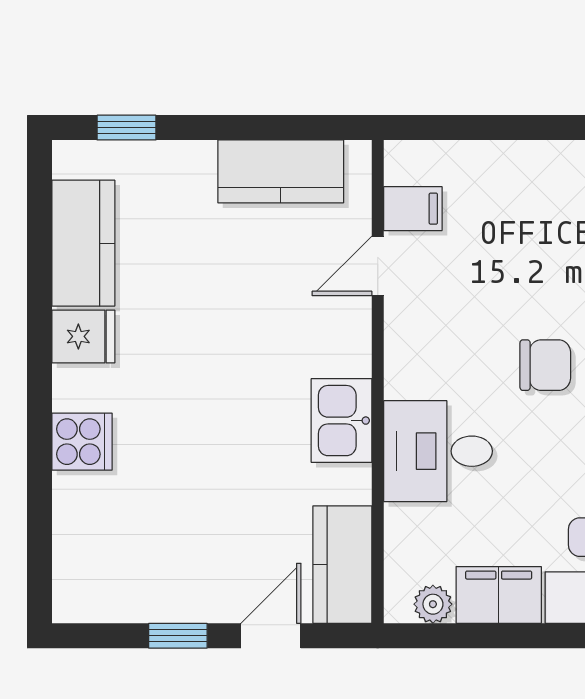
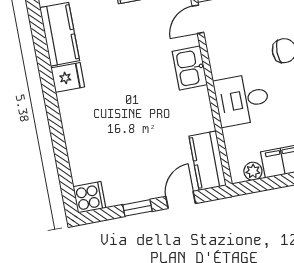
kitchen sink: (341, 421) -> (190, 68), moved
cooker: (82, 442) -> (89, 197), moved

